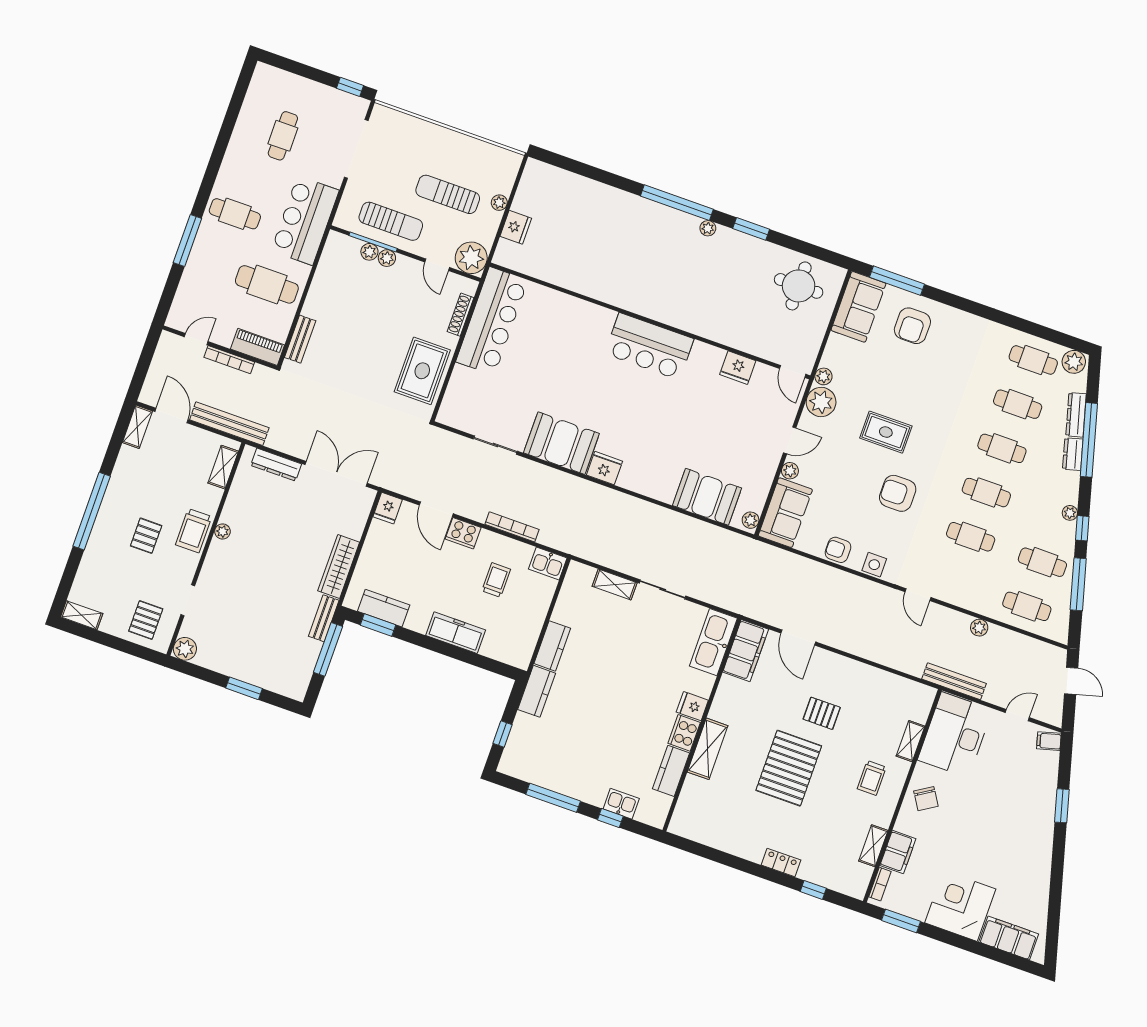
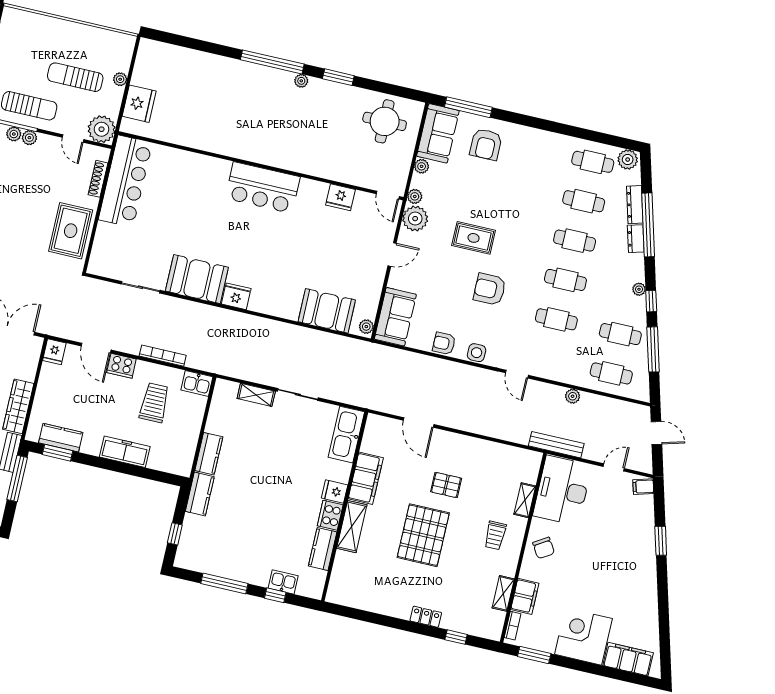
fridge: (516, 227) -> (139, 104), width x1.36, depth x1.34
plant: (790, 471) -> (422, 166), moved
trolley: (496, 580) -> (154, 403), width x1.36, depth x1.39
filing cabinet: (746, 651) -> (366, 478), moved

